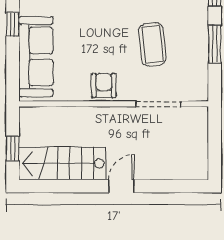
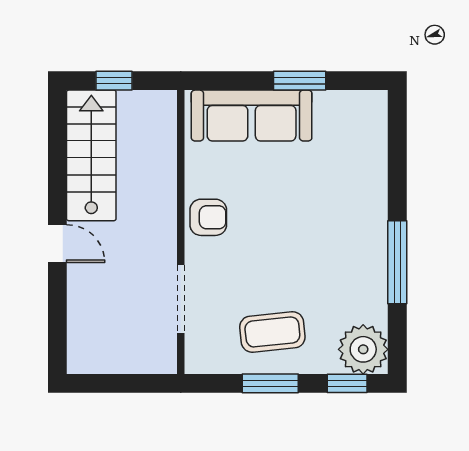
window: (13, 24) -> (300, 81), width x1.50
coffee table: (152, 44) -> (272, 332), moved

